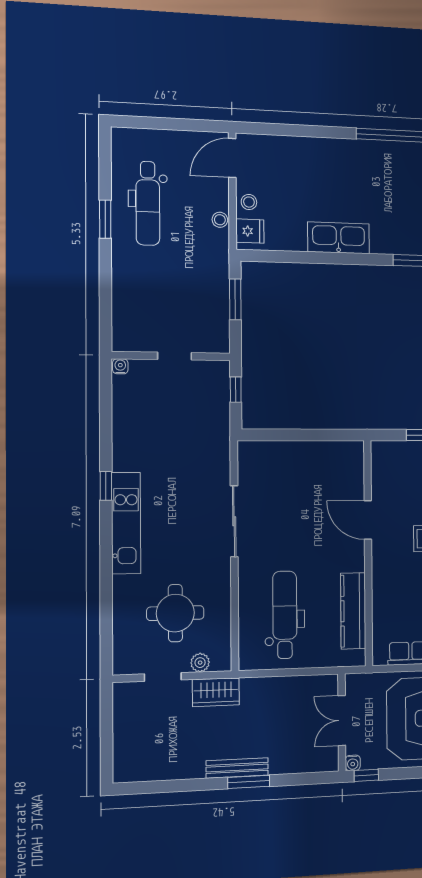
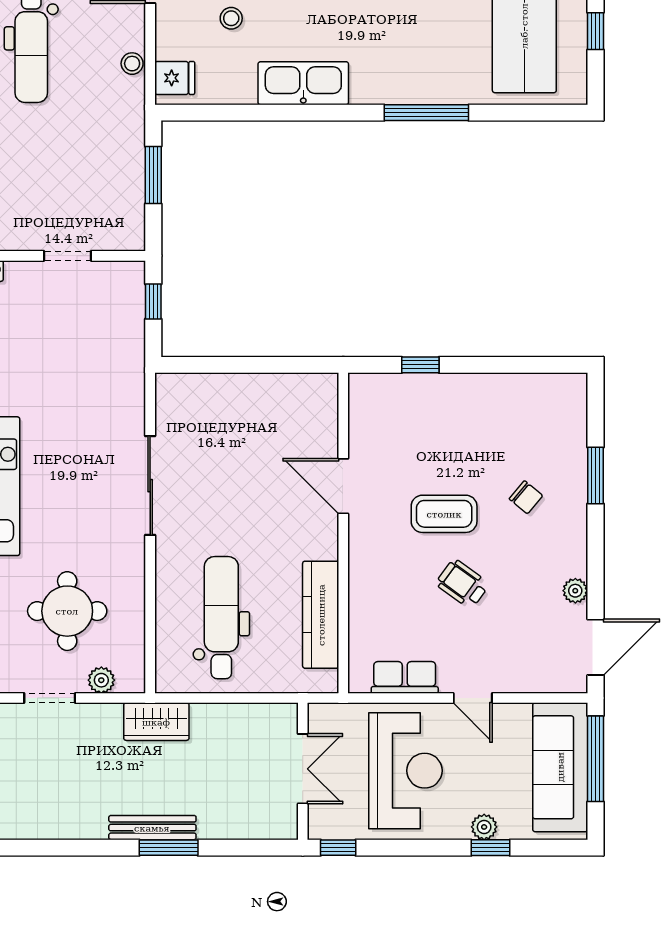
stool: (249, 202) -> (231, 18), moved
wardrobe: (216, 692) -> (156, 722), moved
double door: (342, 721) -> (303, 769), swing flipped
water cooler: (353, 763) -> (318, 829), removed

